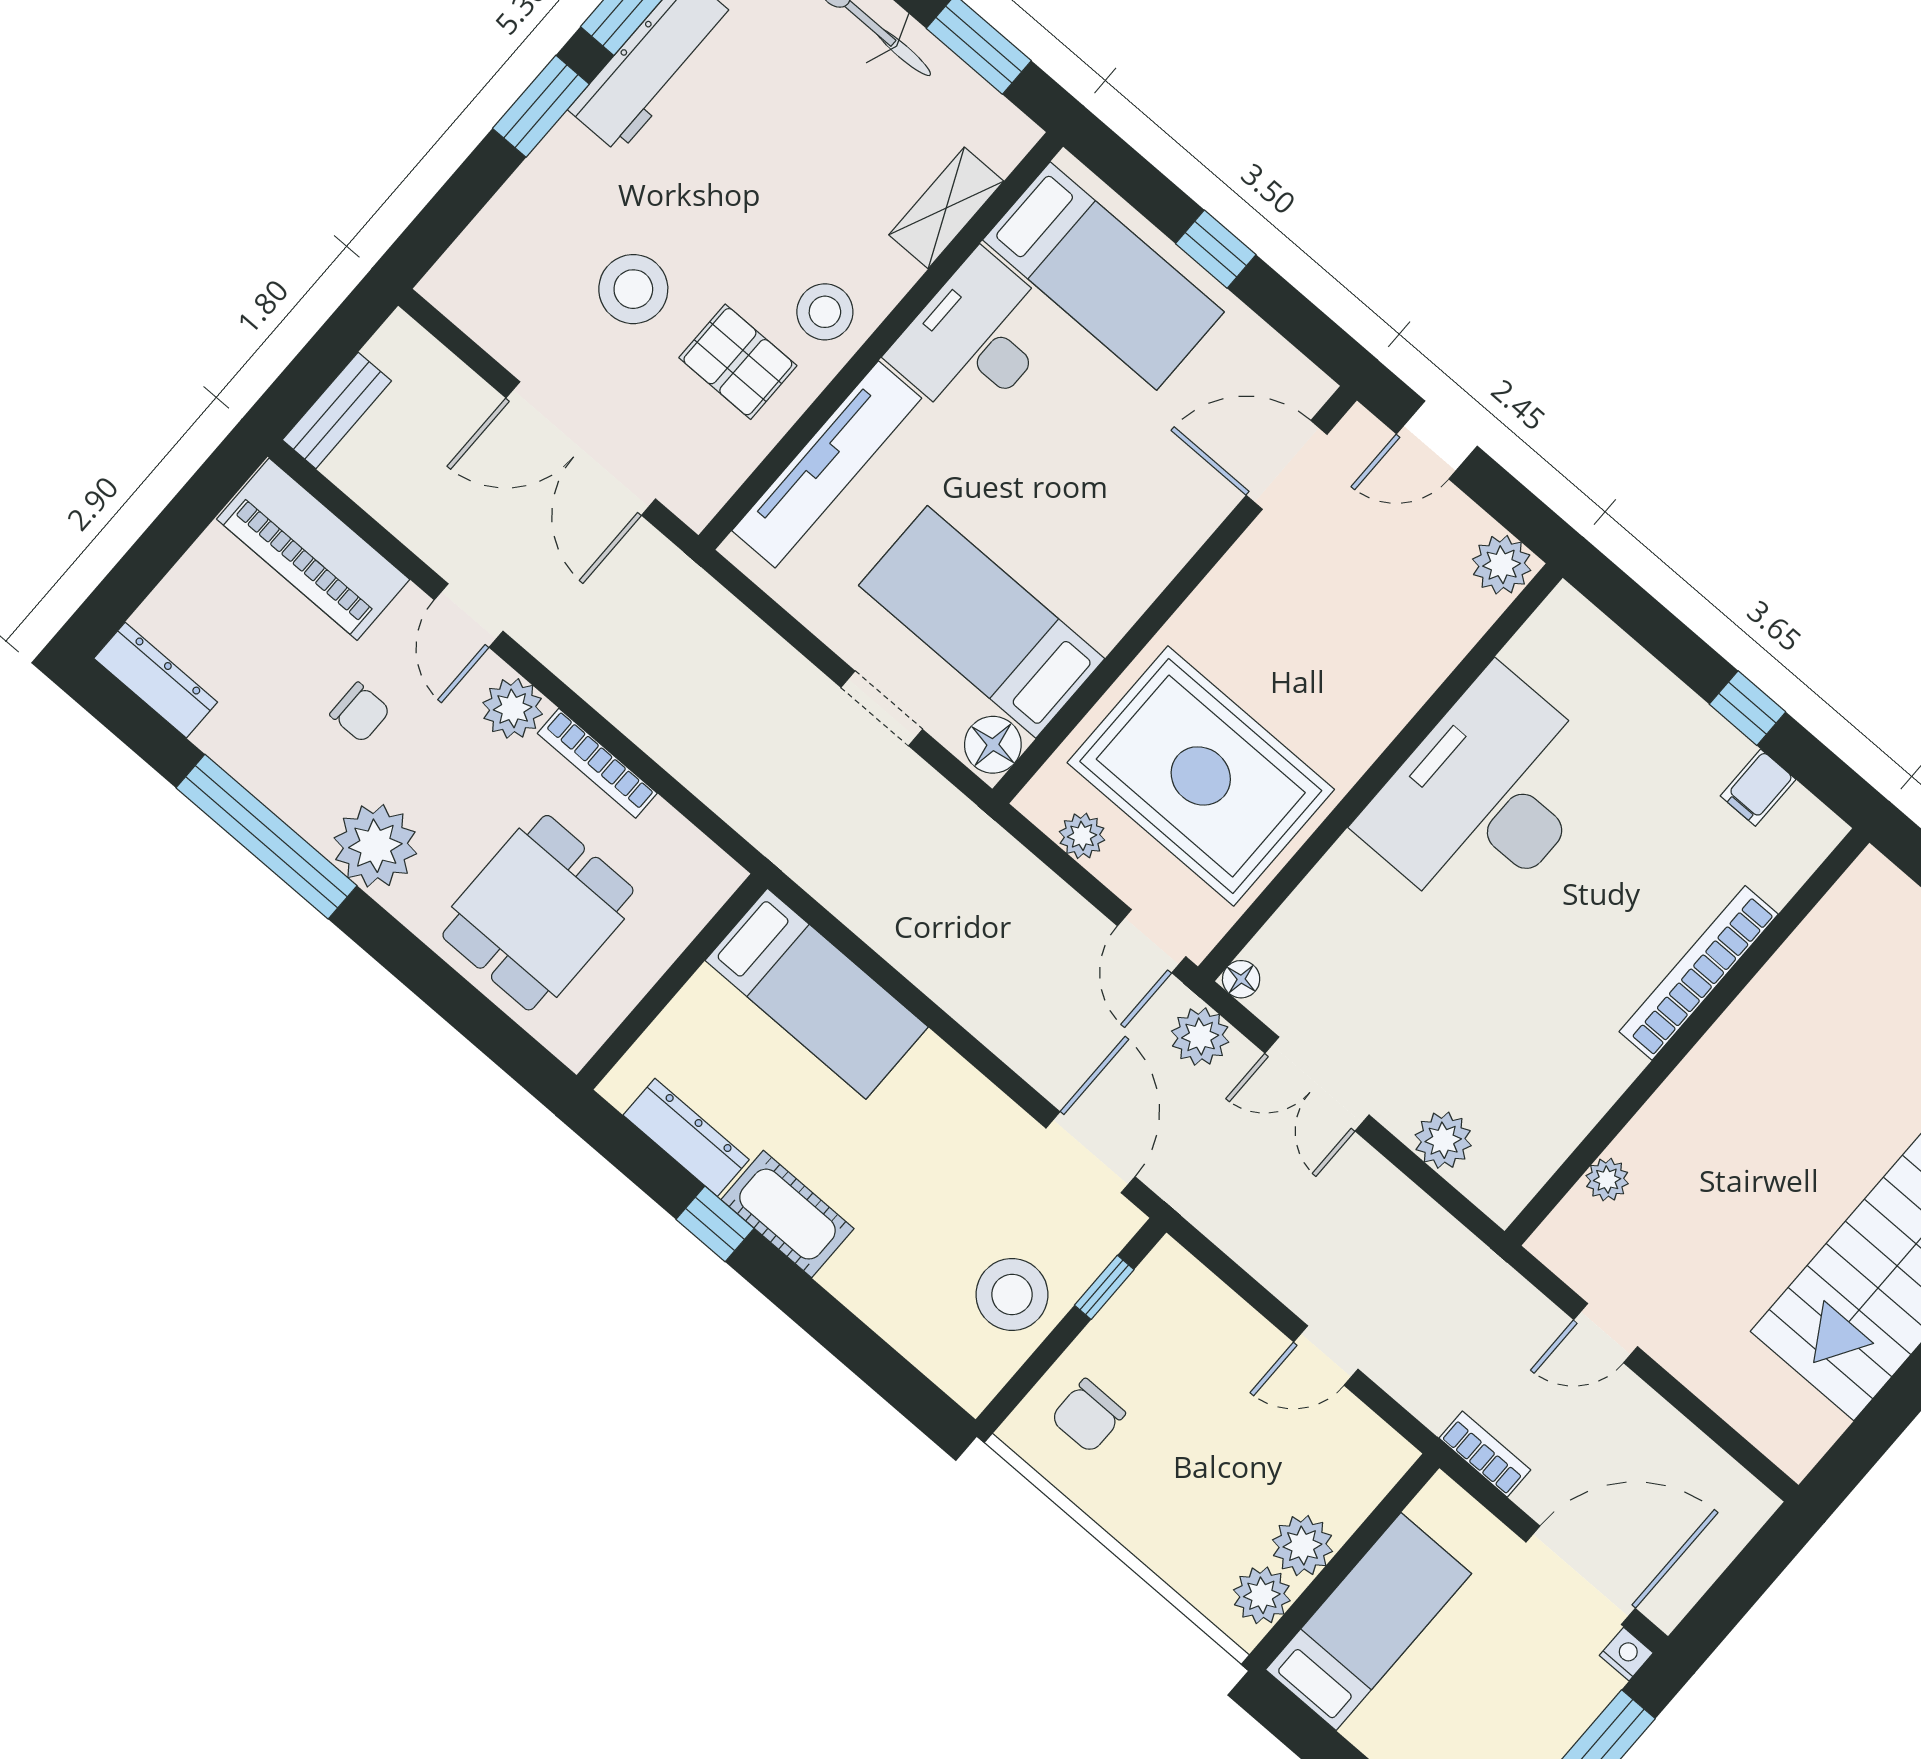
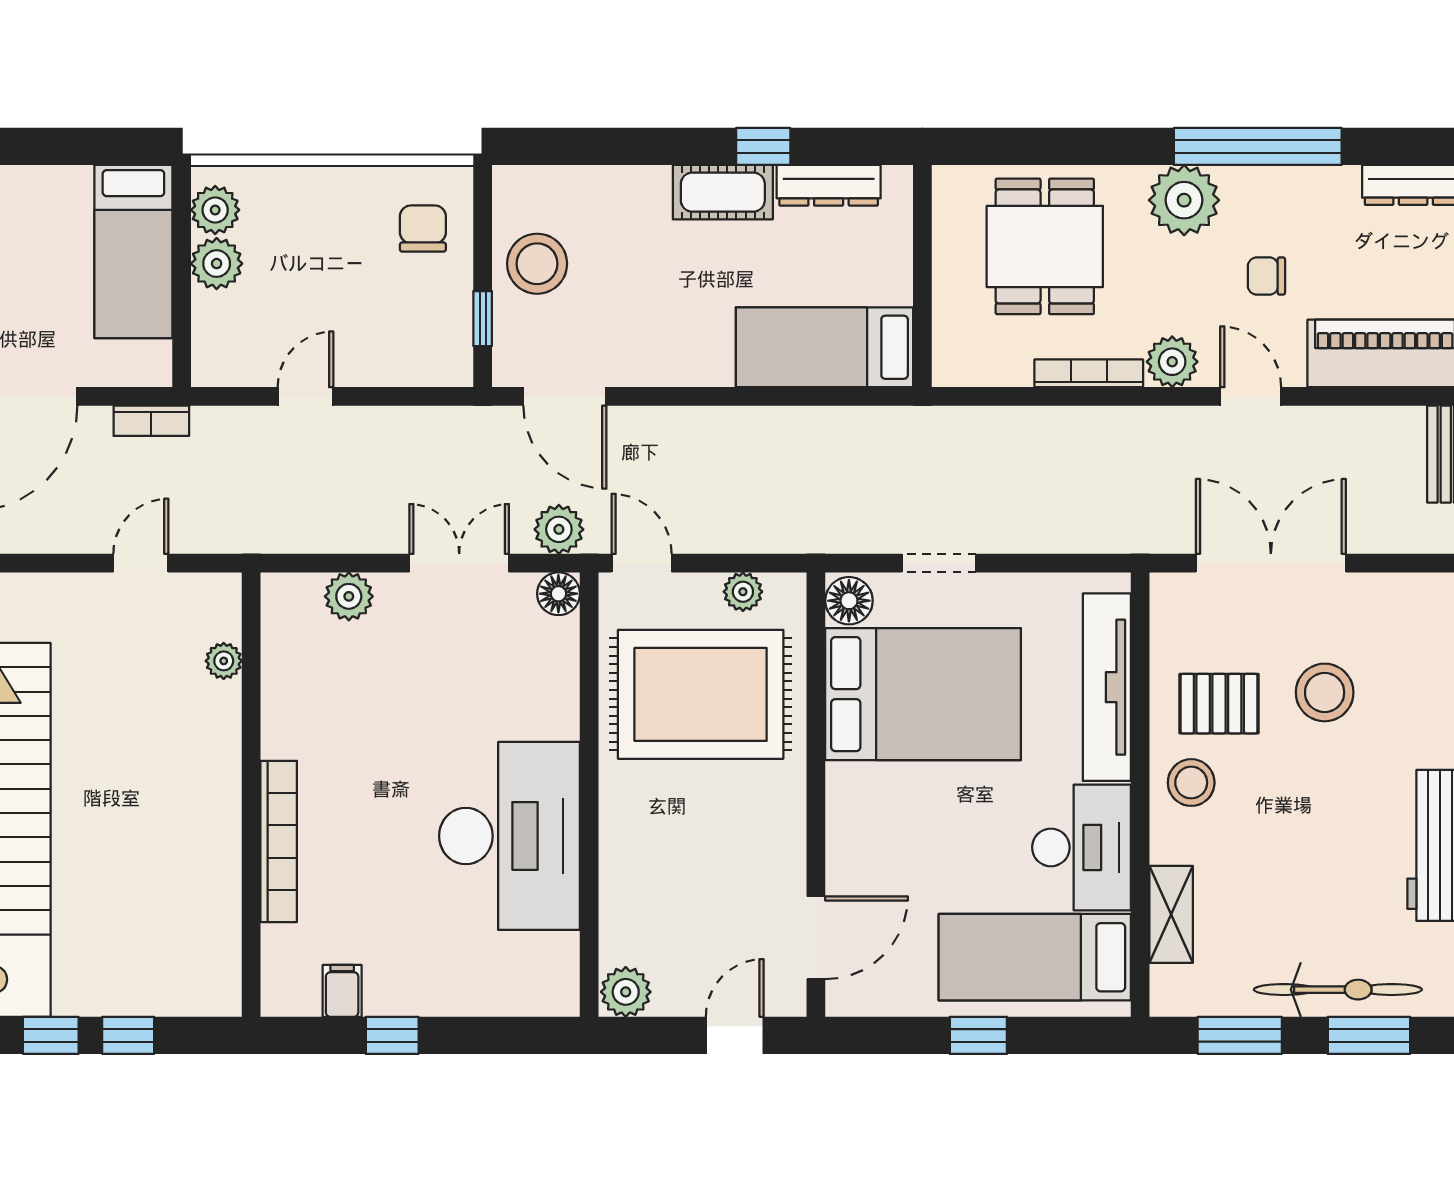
bed: (982, 622) -> (923, 694), width x1.50
floor lamp: (1241, 979) -> (558, 594), width x1.37, depth x1.37

